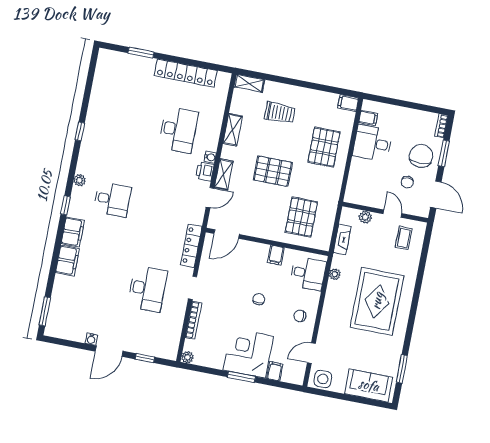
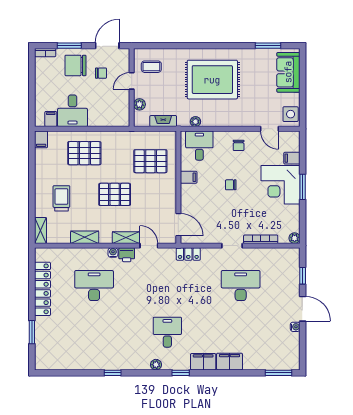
pallet: (273, 171) -> (115, 194), turned 90
locker: (191, 246) -> (188, 254), width x0.66

